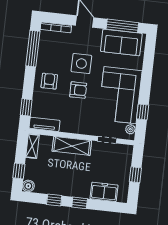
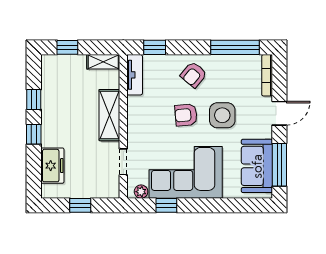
armchair: (49, 81) -> (194, 75), turned 130
armchair: (78, 90) -> (186, 115), turned 85
boiler: (28, 186) -> (49, 62), removed

